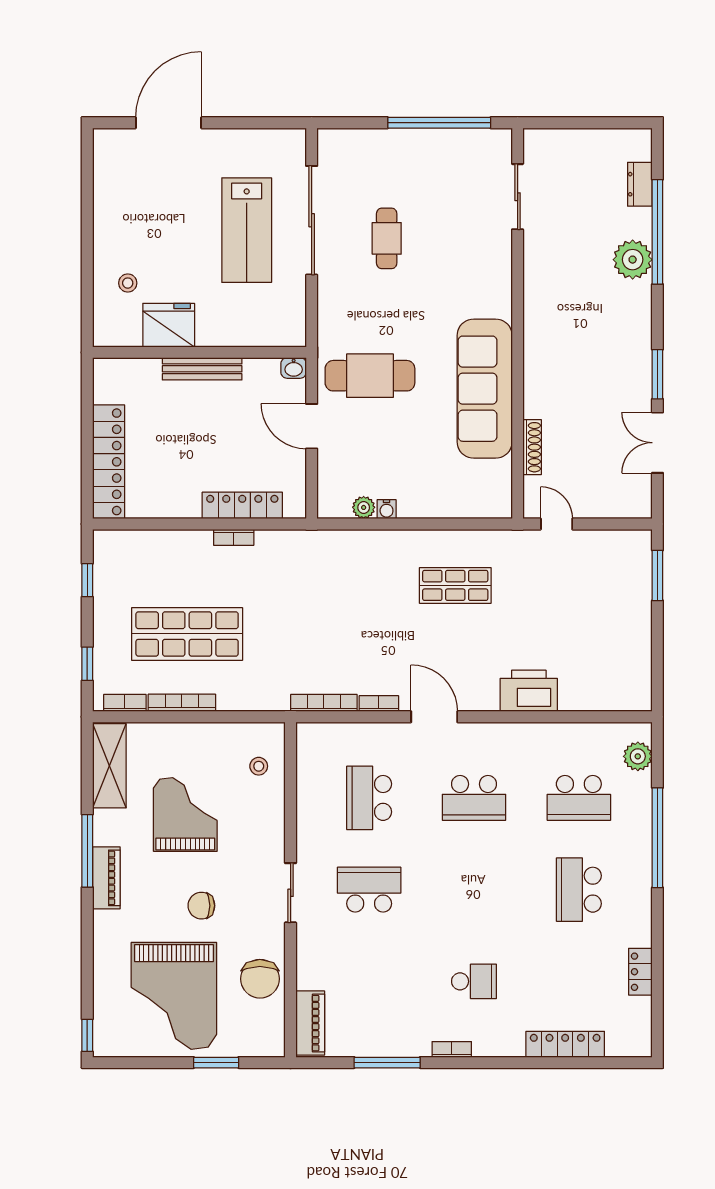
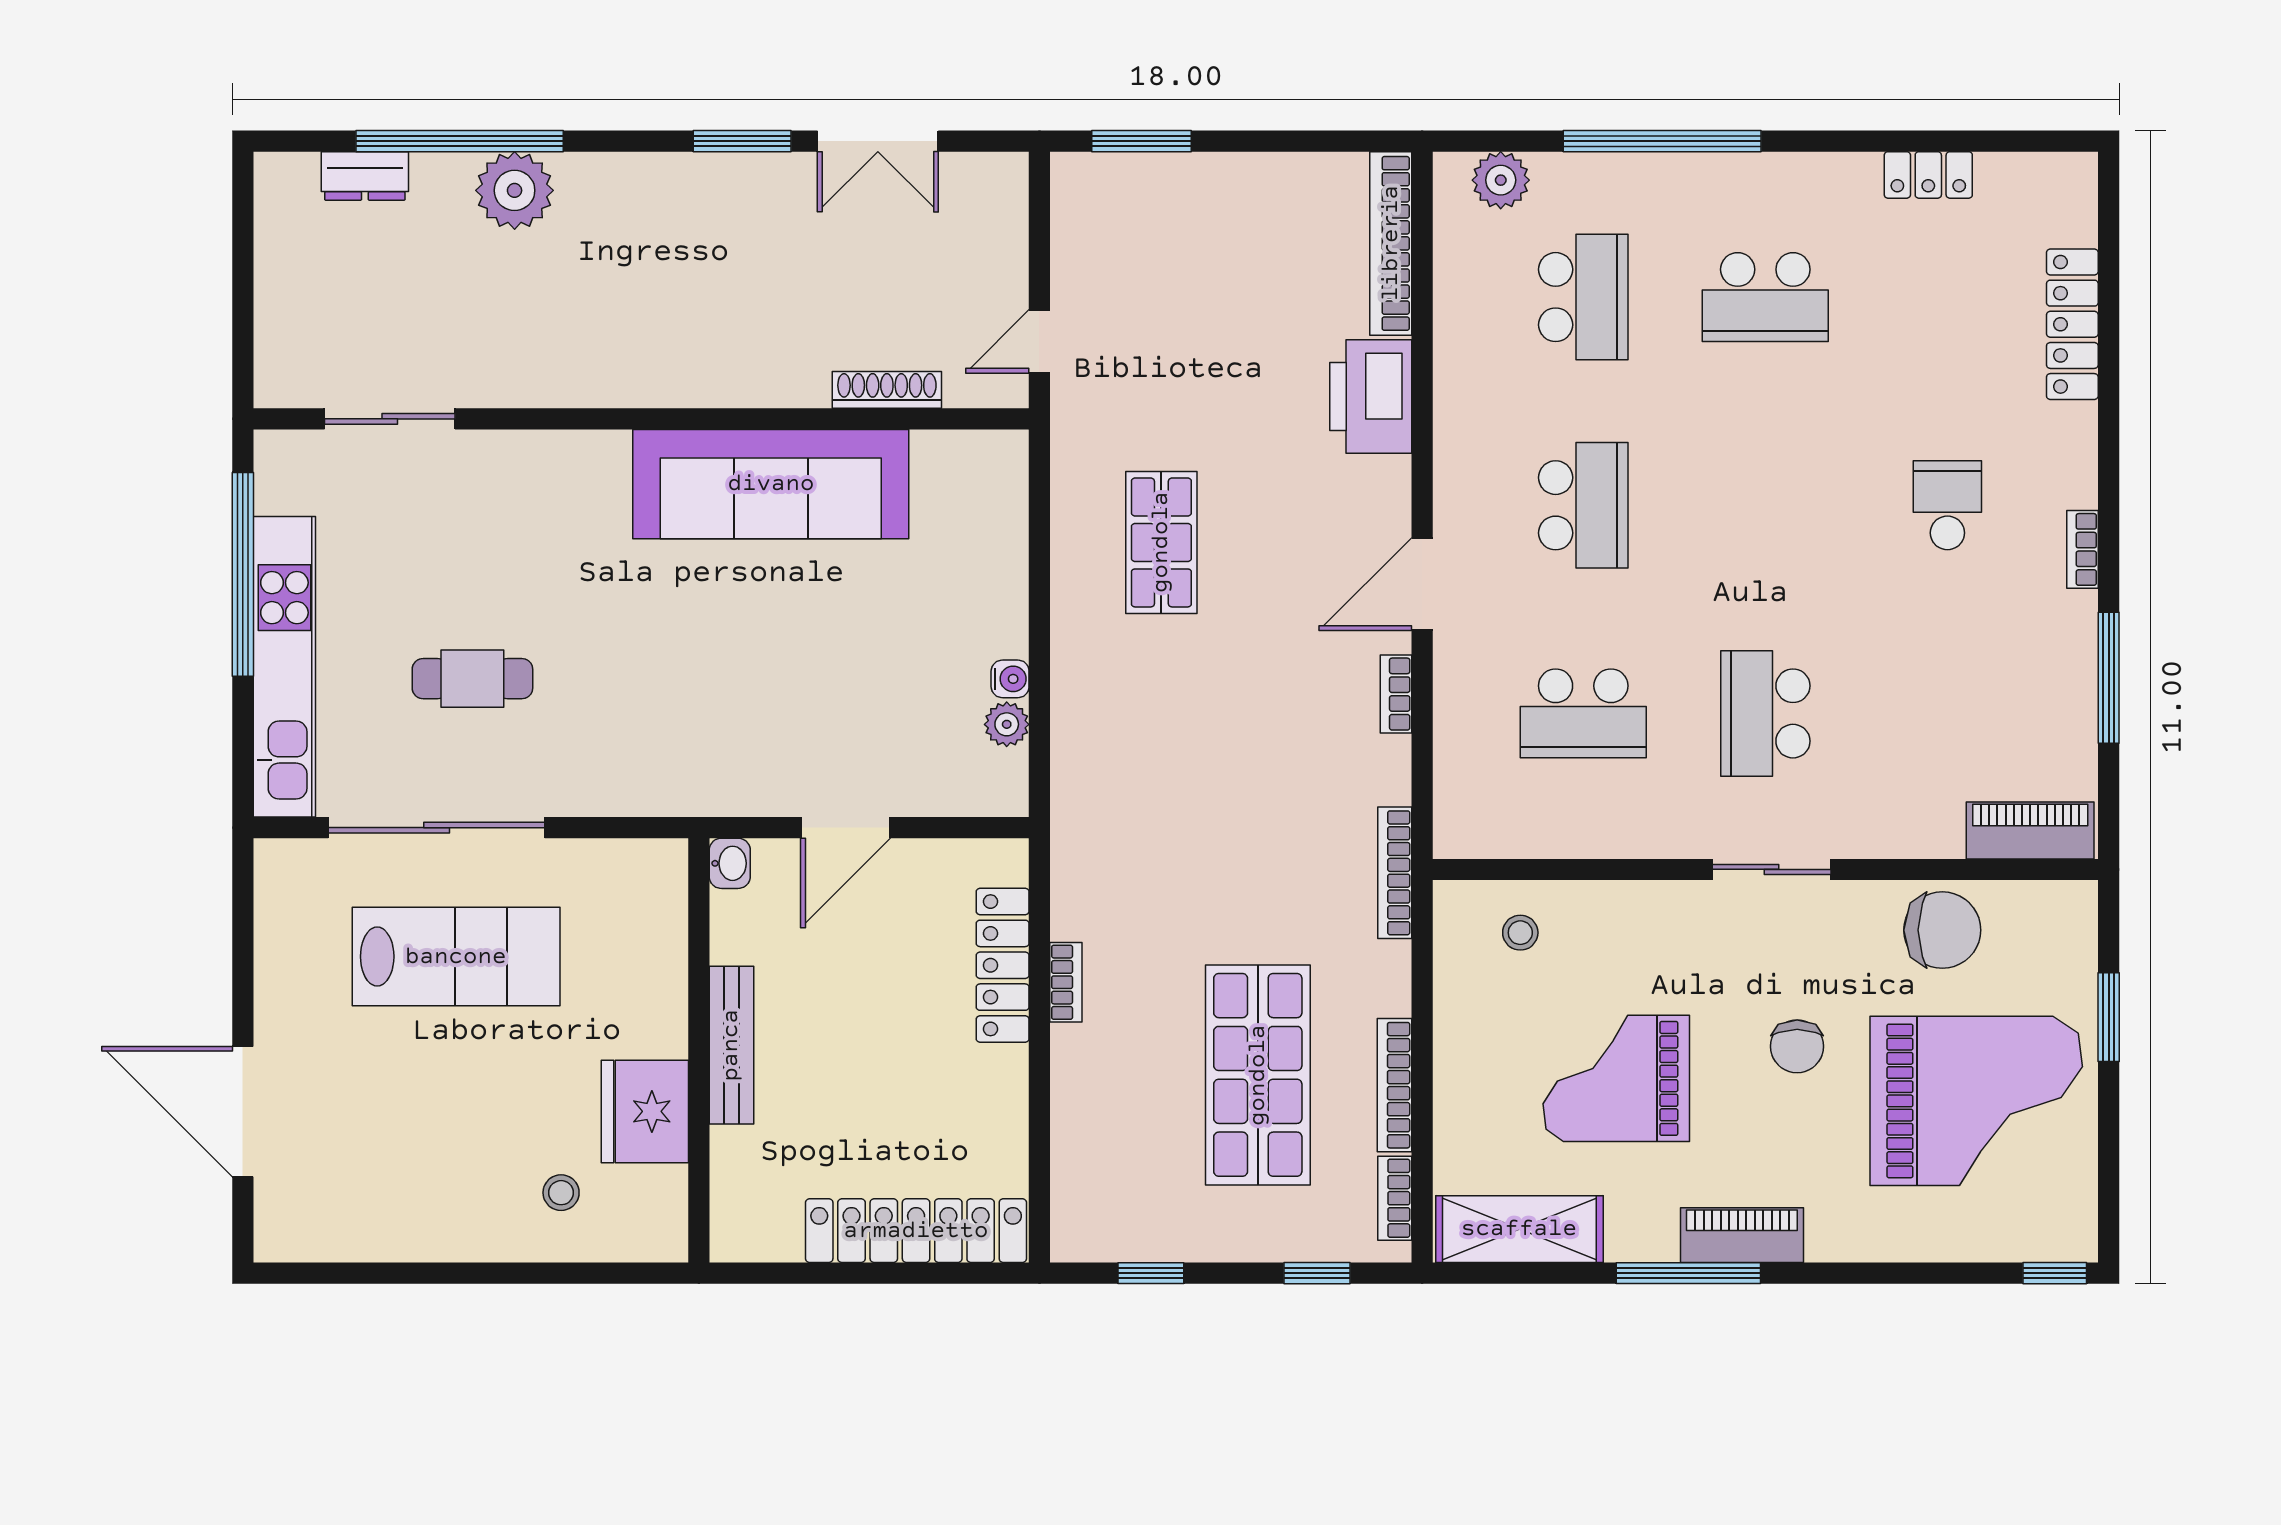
kitchen unit: (393, 144) -> (284, 667), added
cafe table: (370, 376) -> (745, 712), removed
bookcase: (606, 701) -> (1391, 243), added
bookcase: (324, 703) -> (1395, 873), moved

